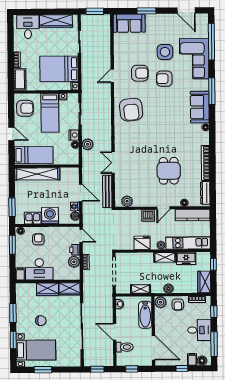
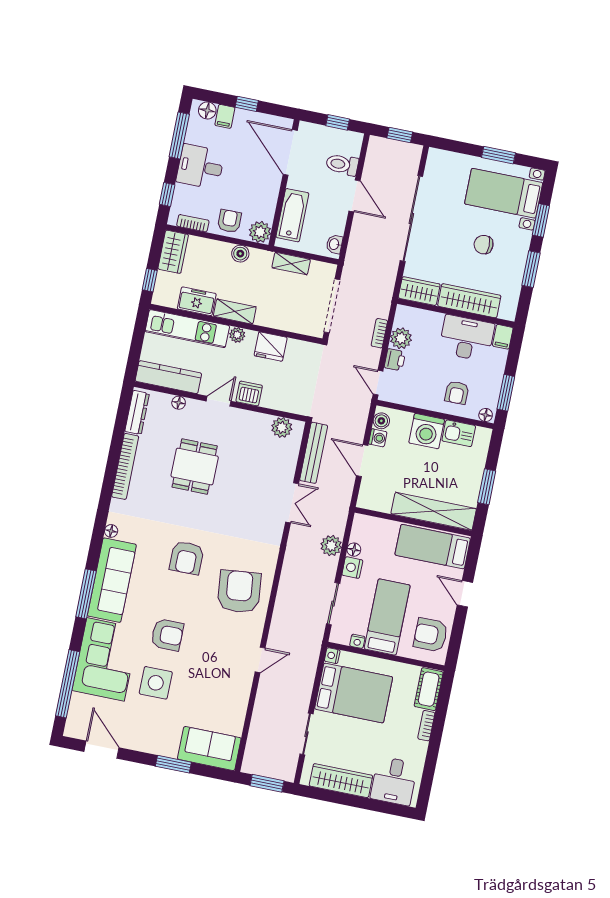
armchair: (140, 73) -> (187, 558), moved, turned -90
sofa: (200, 107) -> (112, 580), width x1.36
window: (12, 207) -> (487, 487), moved
wardrobe: (47, 289) -> (469, 301), width x1.50

